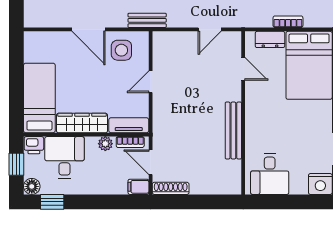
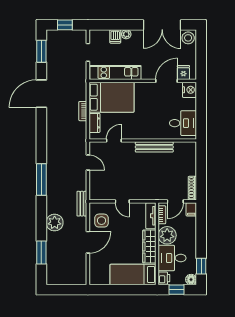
plant: (105, 144) -> (167, 235), width x1.87, depth x1.87

